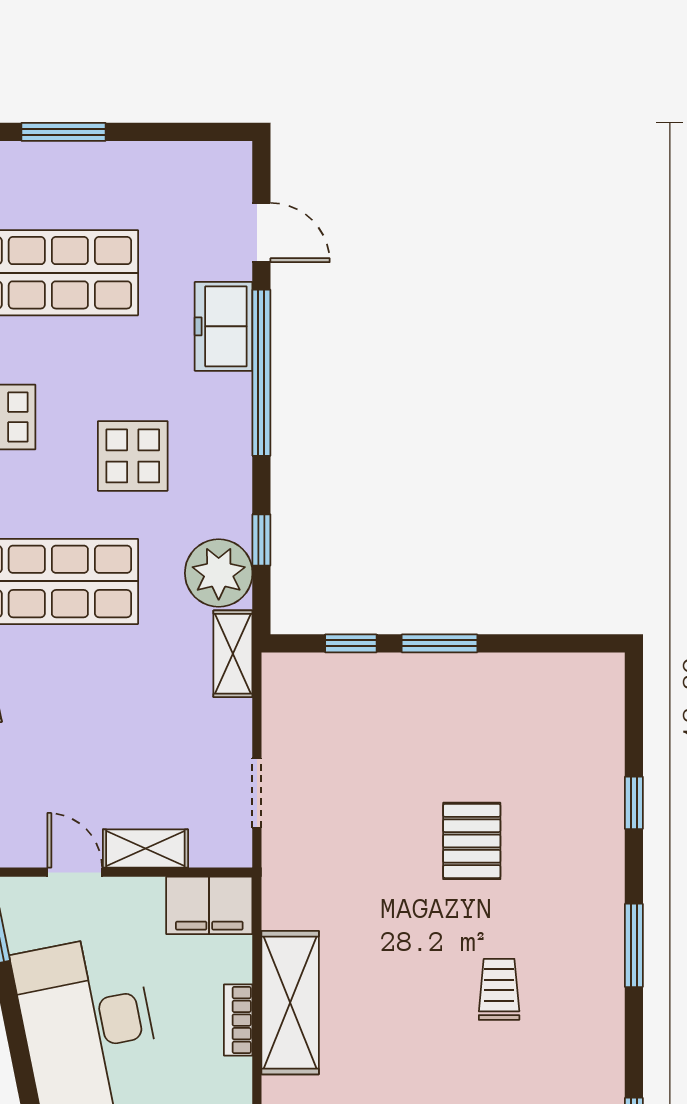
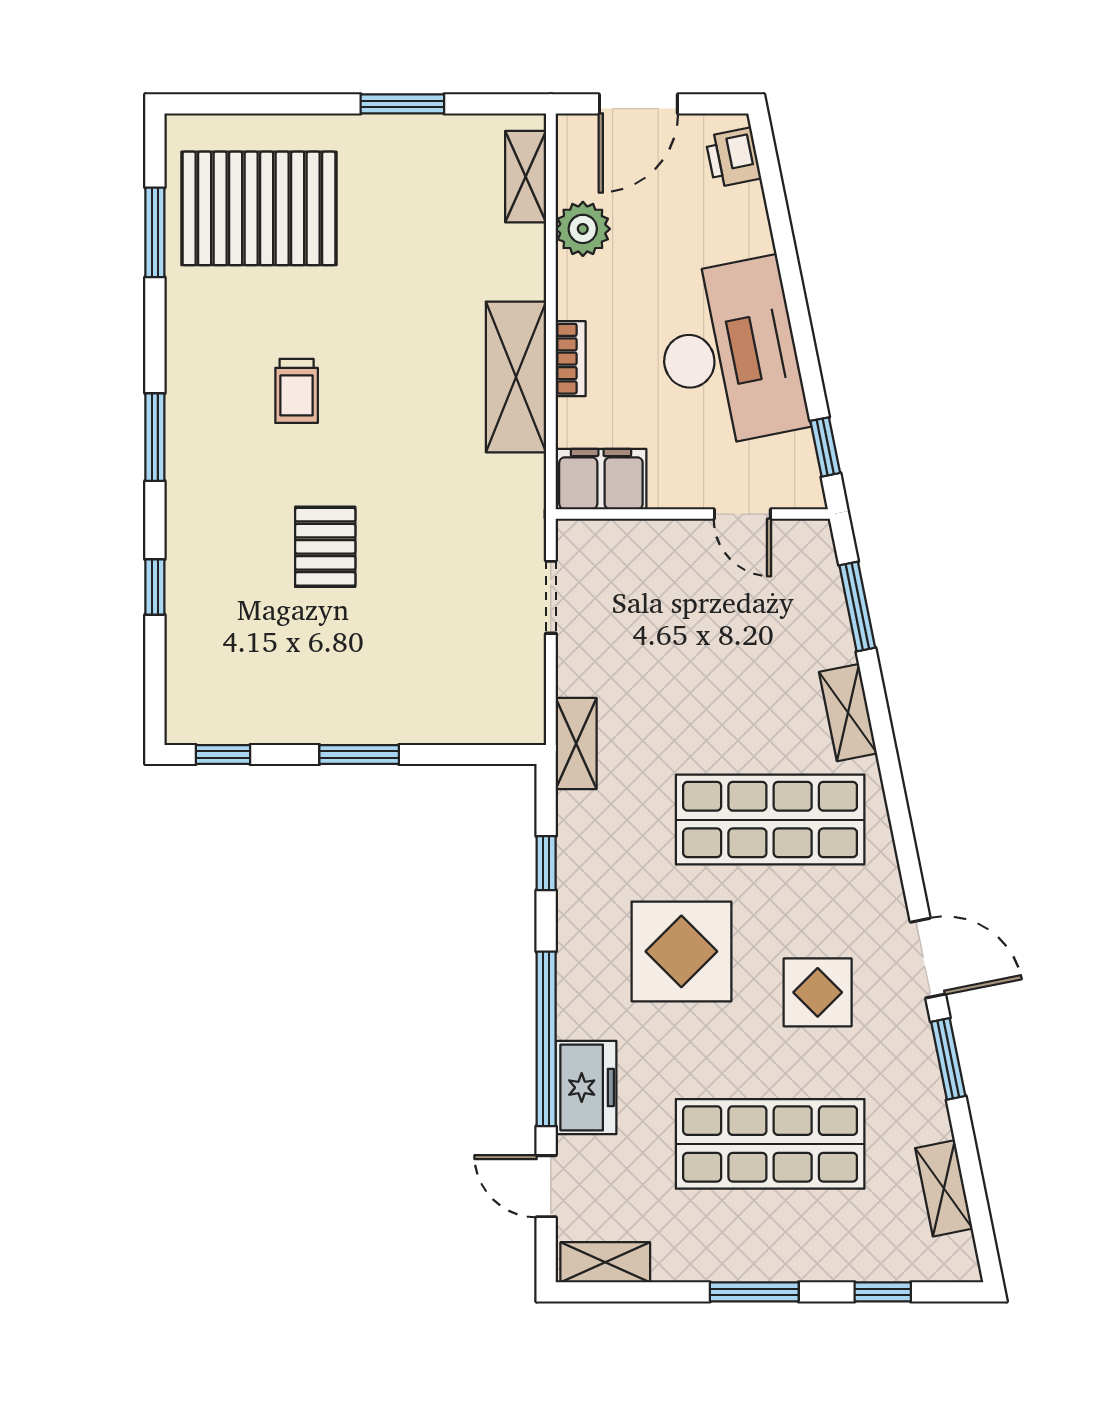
display table: (133, 456) -> (681, 951), width x1.36, depth x1.36
plant: (219, 573) -> (591, 828), removed
window: (351, 643) -> (223, 754), moved
shelving: (145, 849) -> (605, 1262), moved

